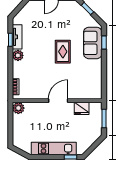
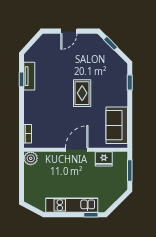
sofa: (93, 43) -> (117, 125), moved
plant: (18, 55) -> (30, 97), removed

